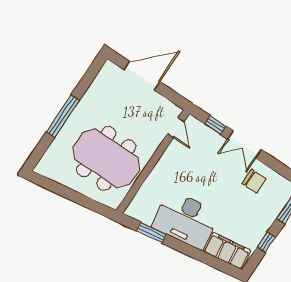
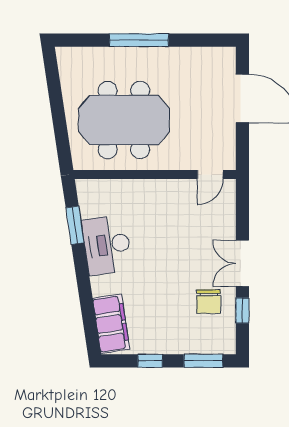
window: (215, 125) -> (242, 311), moved
meeting table: (106, 158) -> (124, 120), turned 90
desk: (186, 220) -> (107, 245), width x0.73, depth x0.77

